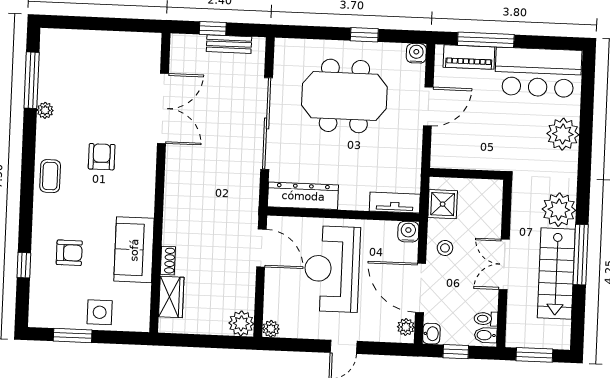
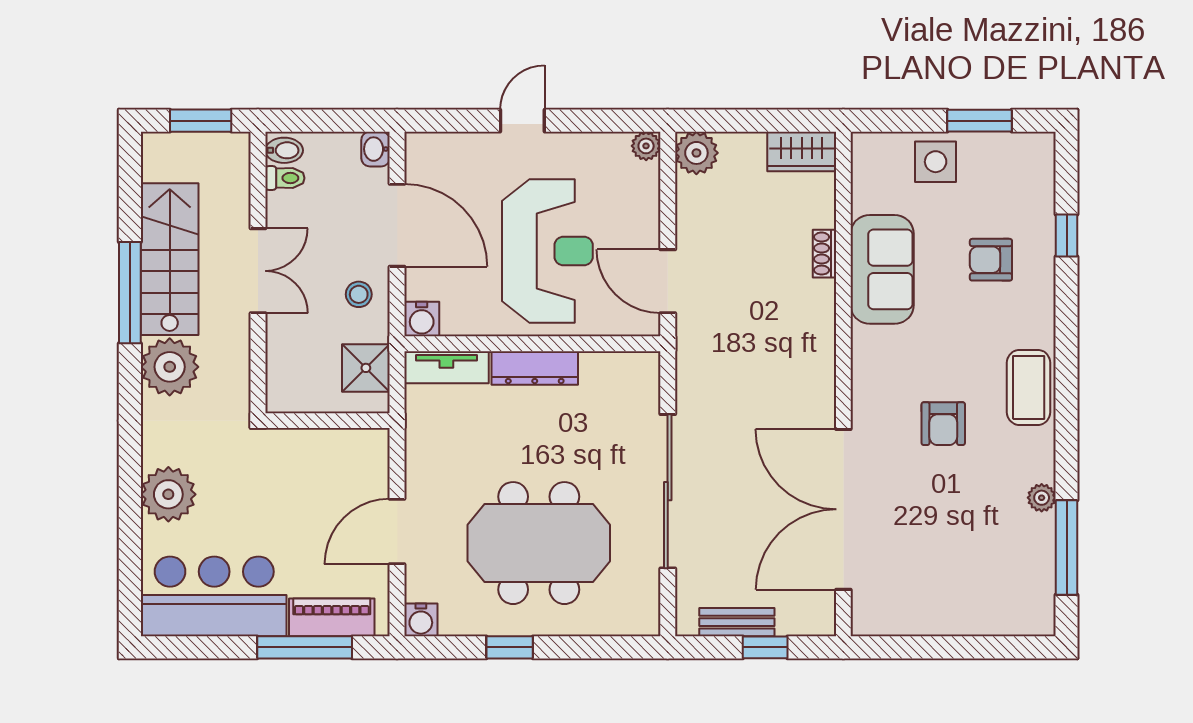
double door: (163, 108) -> (843, 509), width x1.36
coffee table: (50, 176) -> (1029, 387), width x1.36, depth x1.30
dresser: (303, 196) -> (535, 368), moved, width x0.73, depth x0.80
wardrobe: (171, 297) -> (802, 151), moved, turned -90
plant: (406, 327) -> (419, 158), removed
window: (456, 352) -> (333, 121), removed

